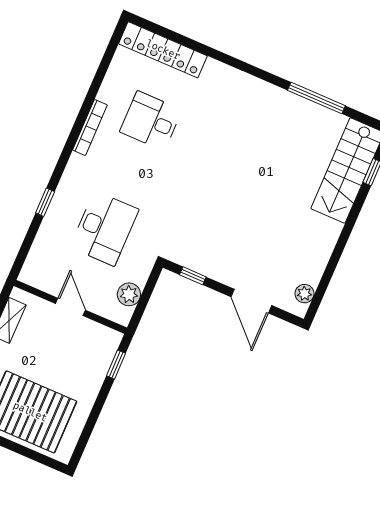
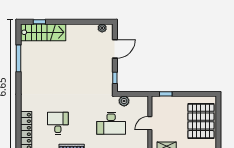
desk: (151, 121) -> (58, 123), turned 180
desk: (104, 228) -> (111, 123), turned 180
plant: (129, 294) -> (124, 101), moved

